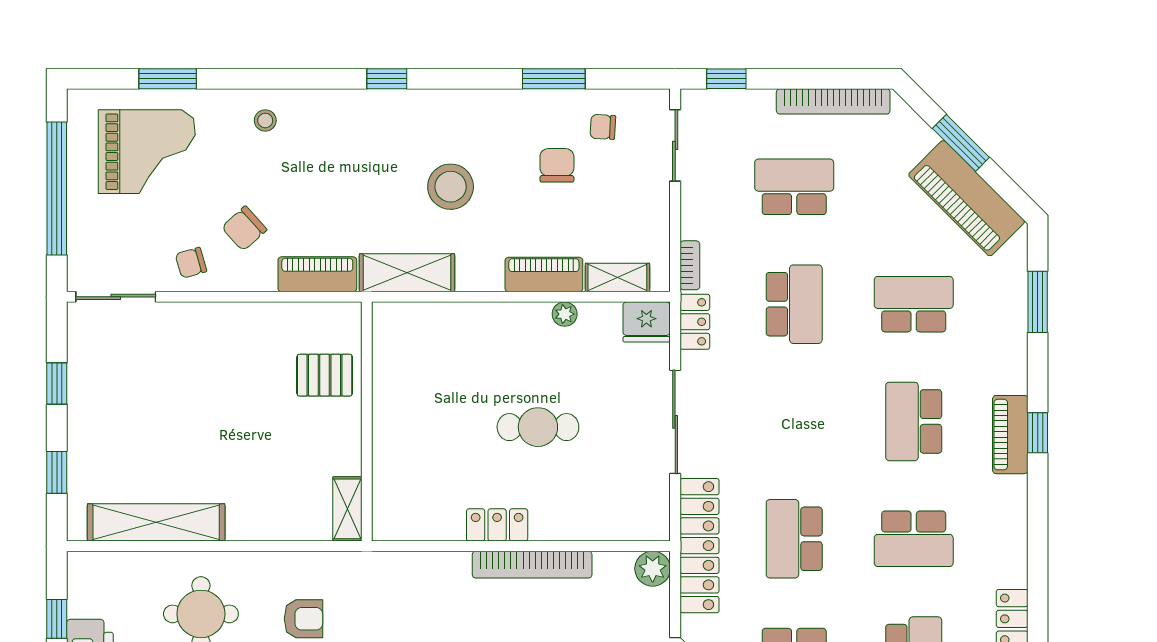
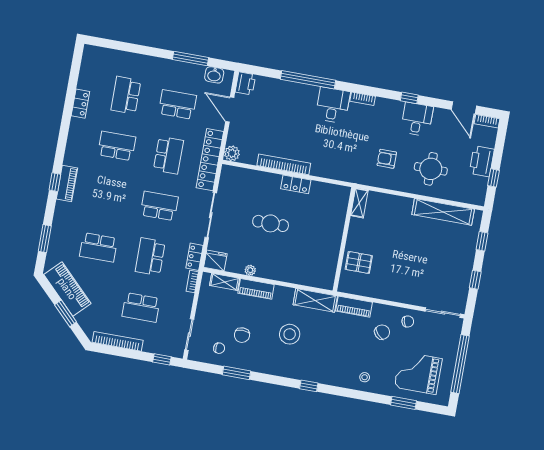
school desk: (914, 421) -> (159, 206), moved, turned -90

